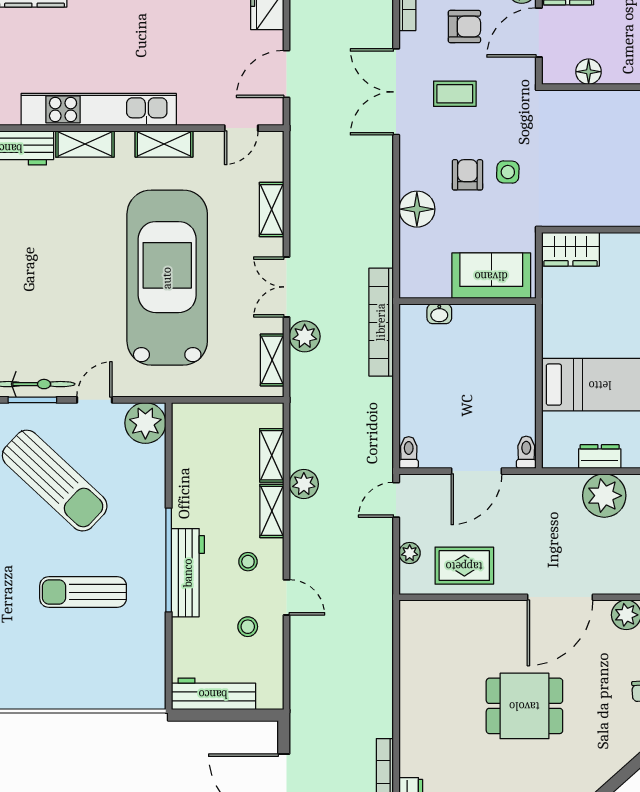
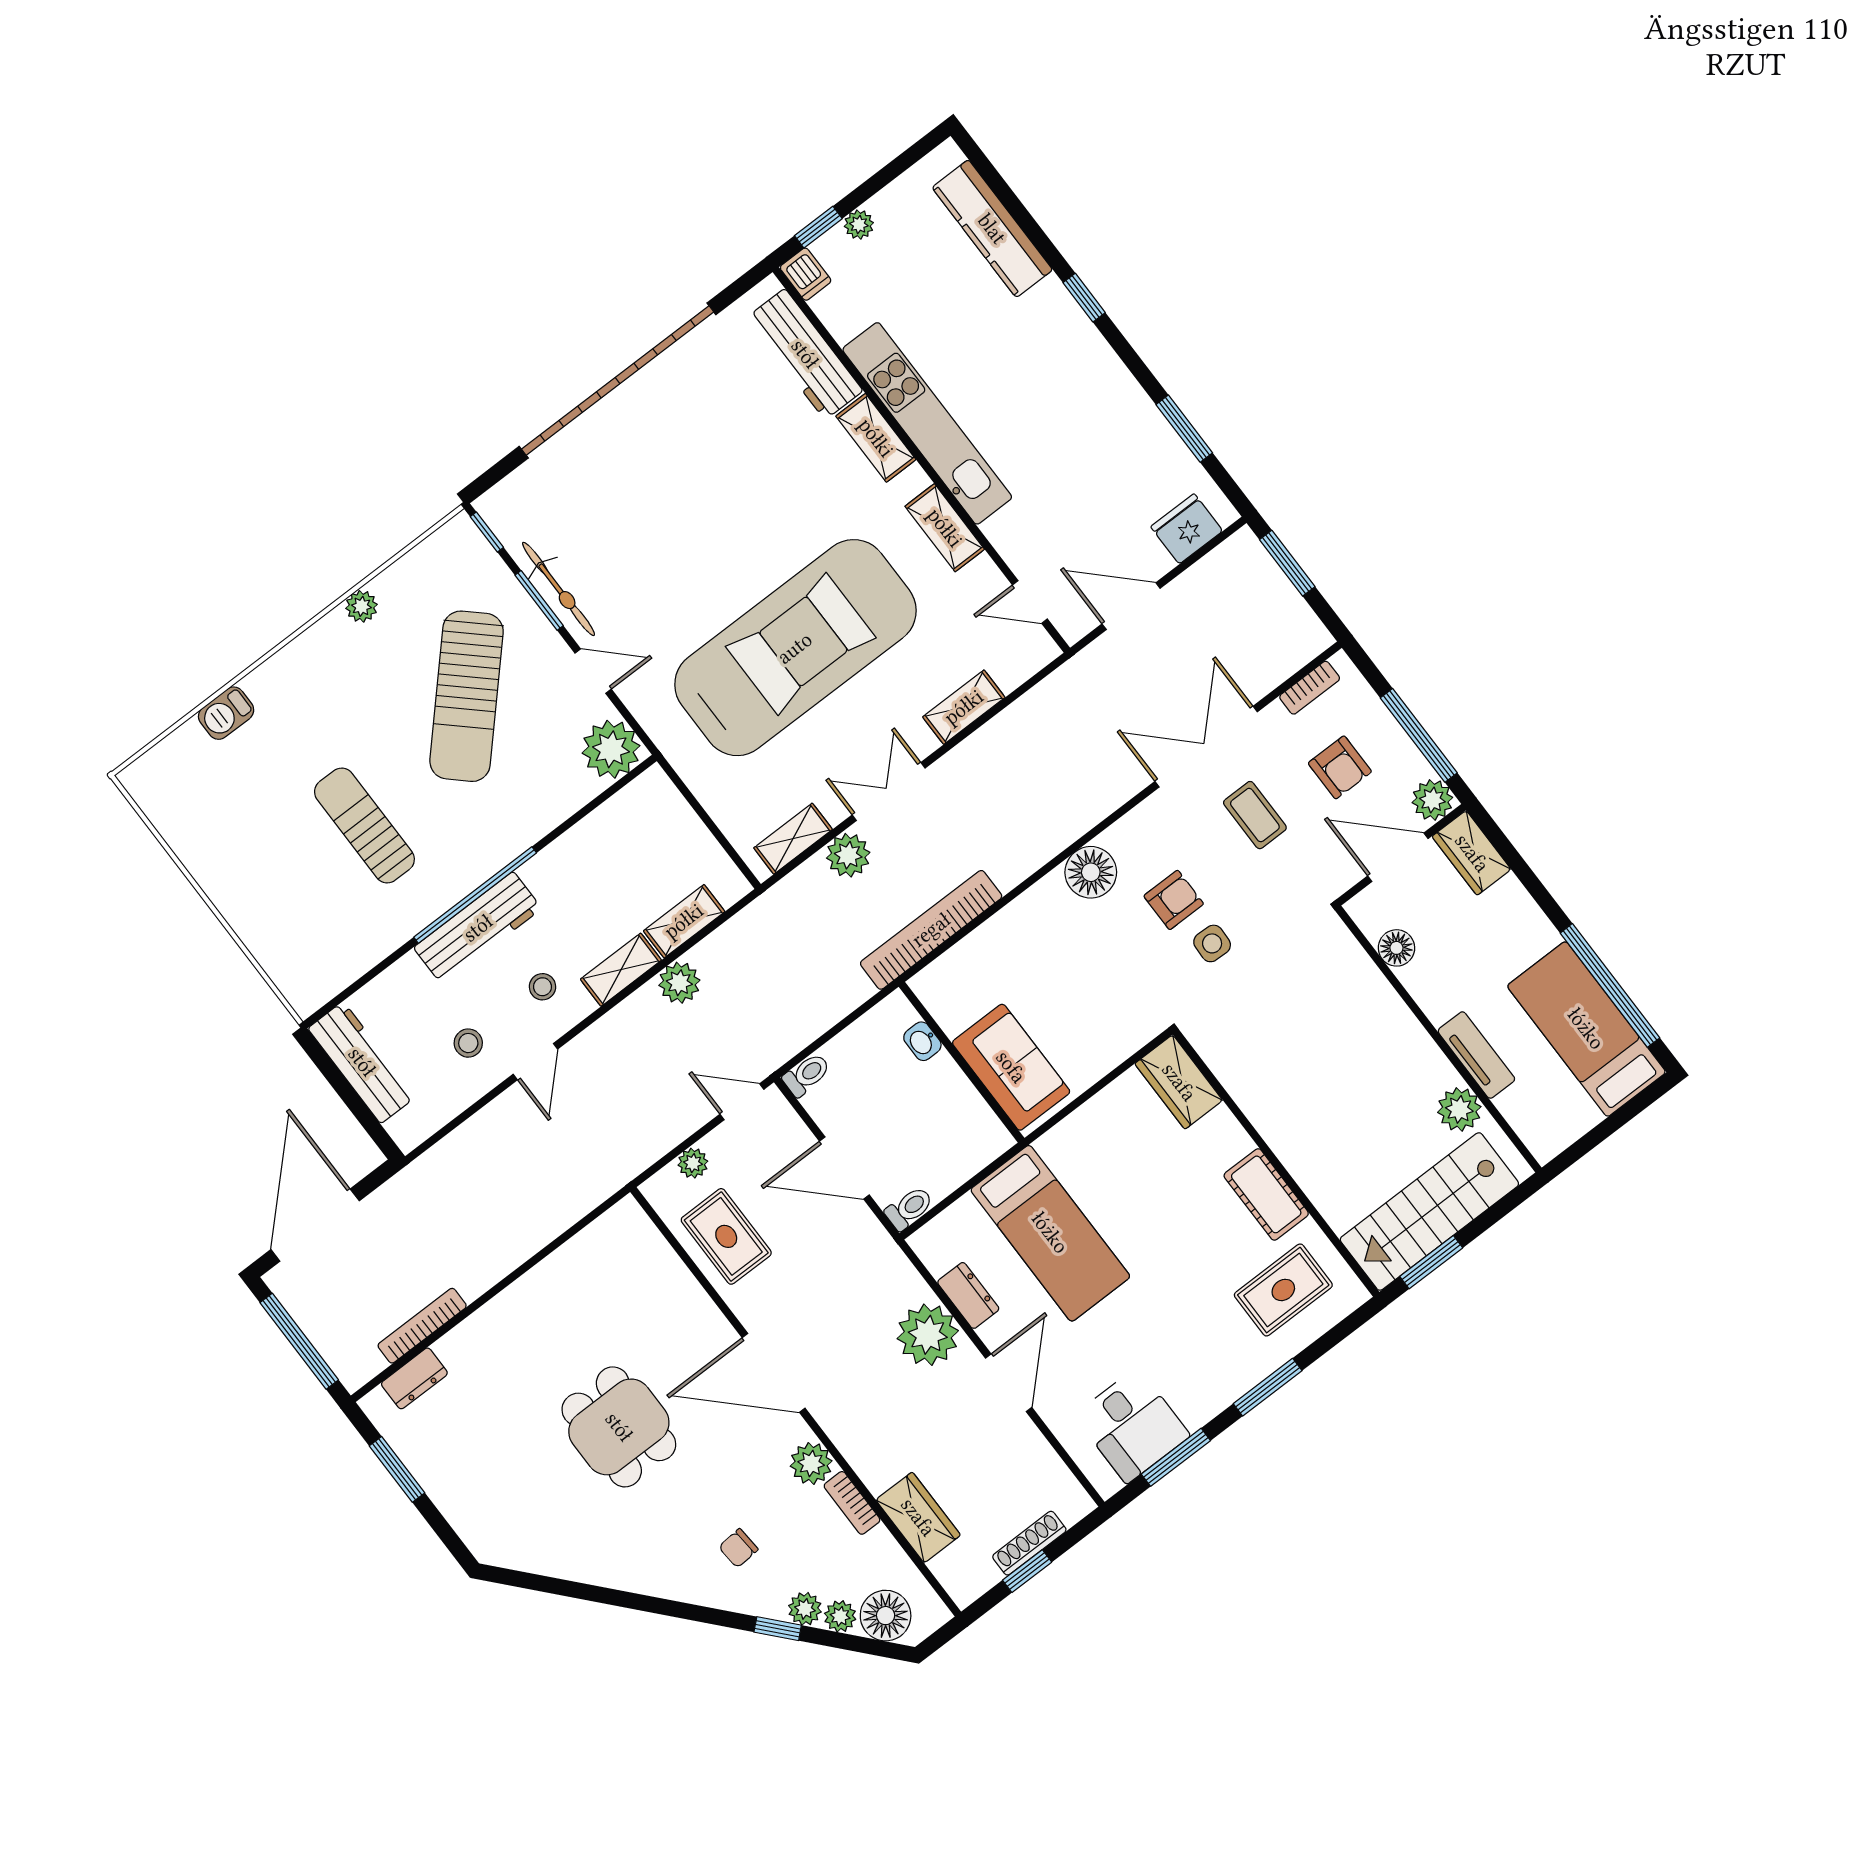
sofa: (491, 276) -> (1011, 1067), moved
wall: (468, 301) -> (961, 1062), moved
washbasin: (439, 314) -> (922, 1041), moved

